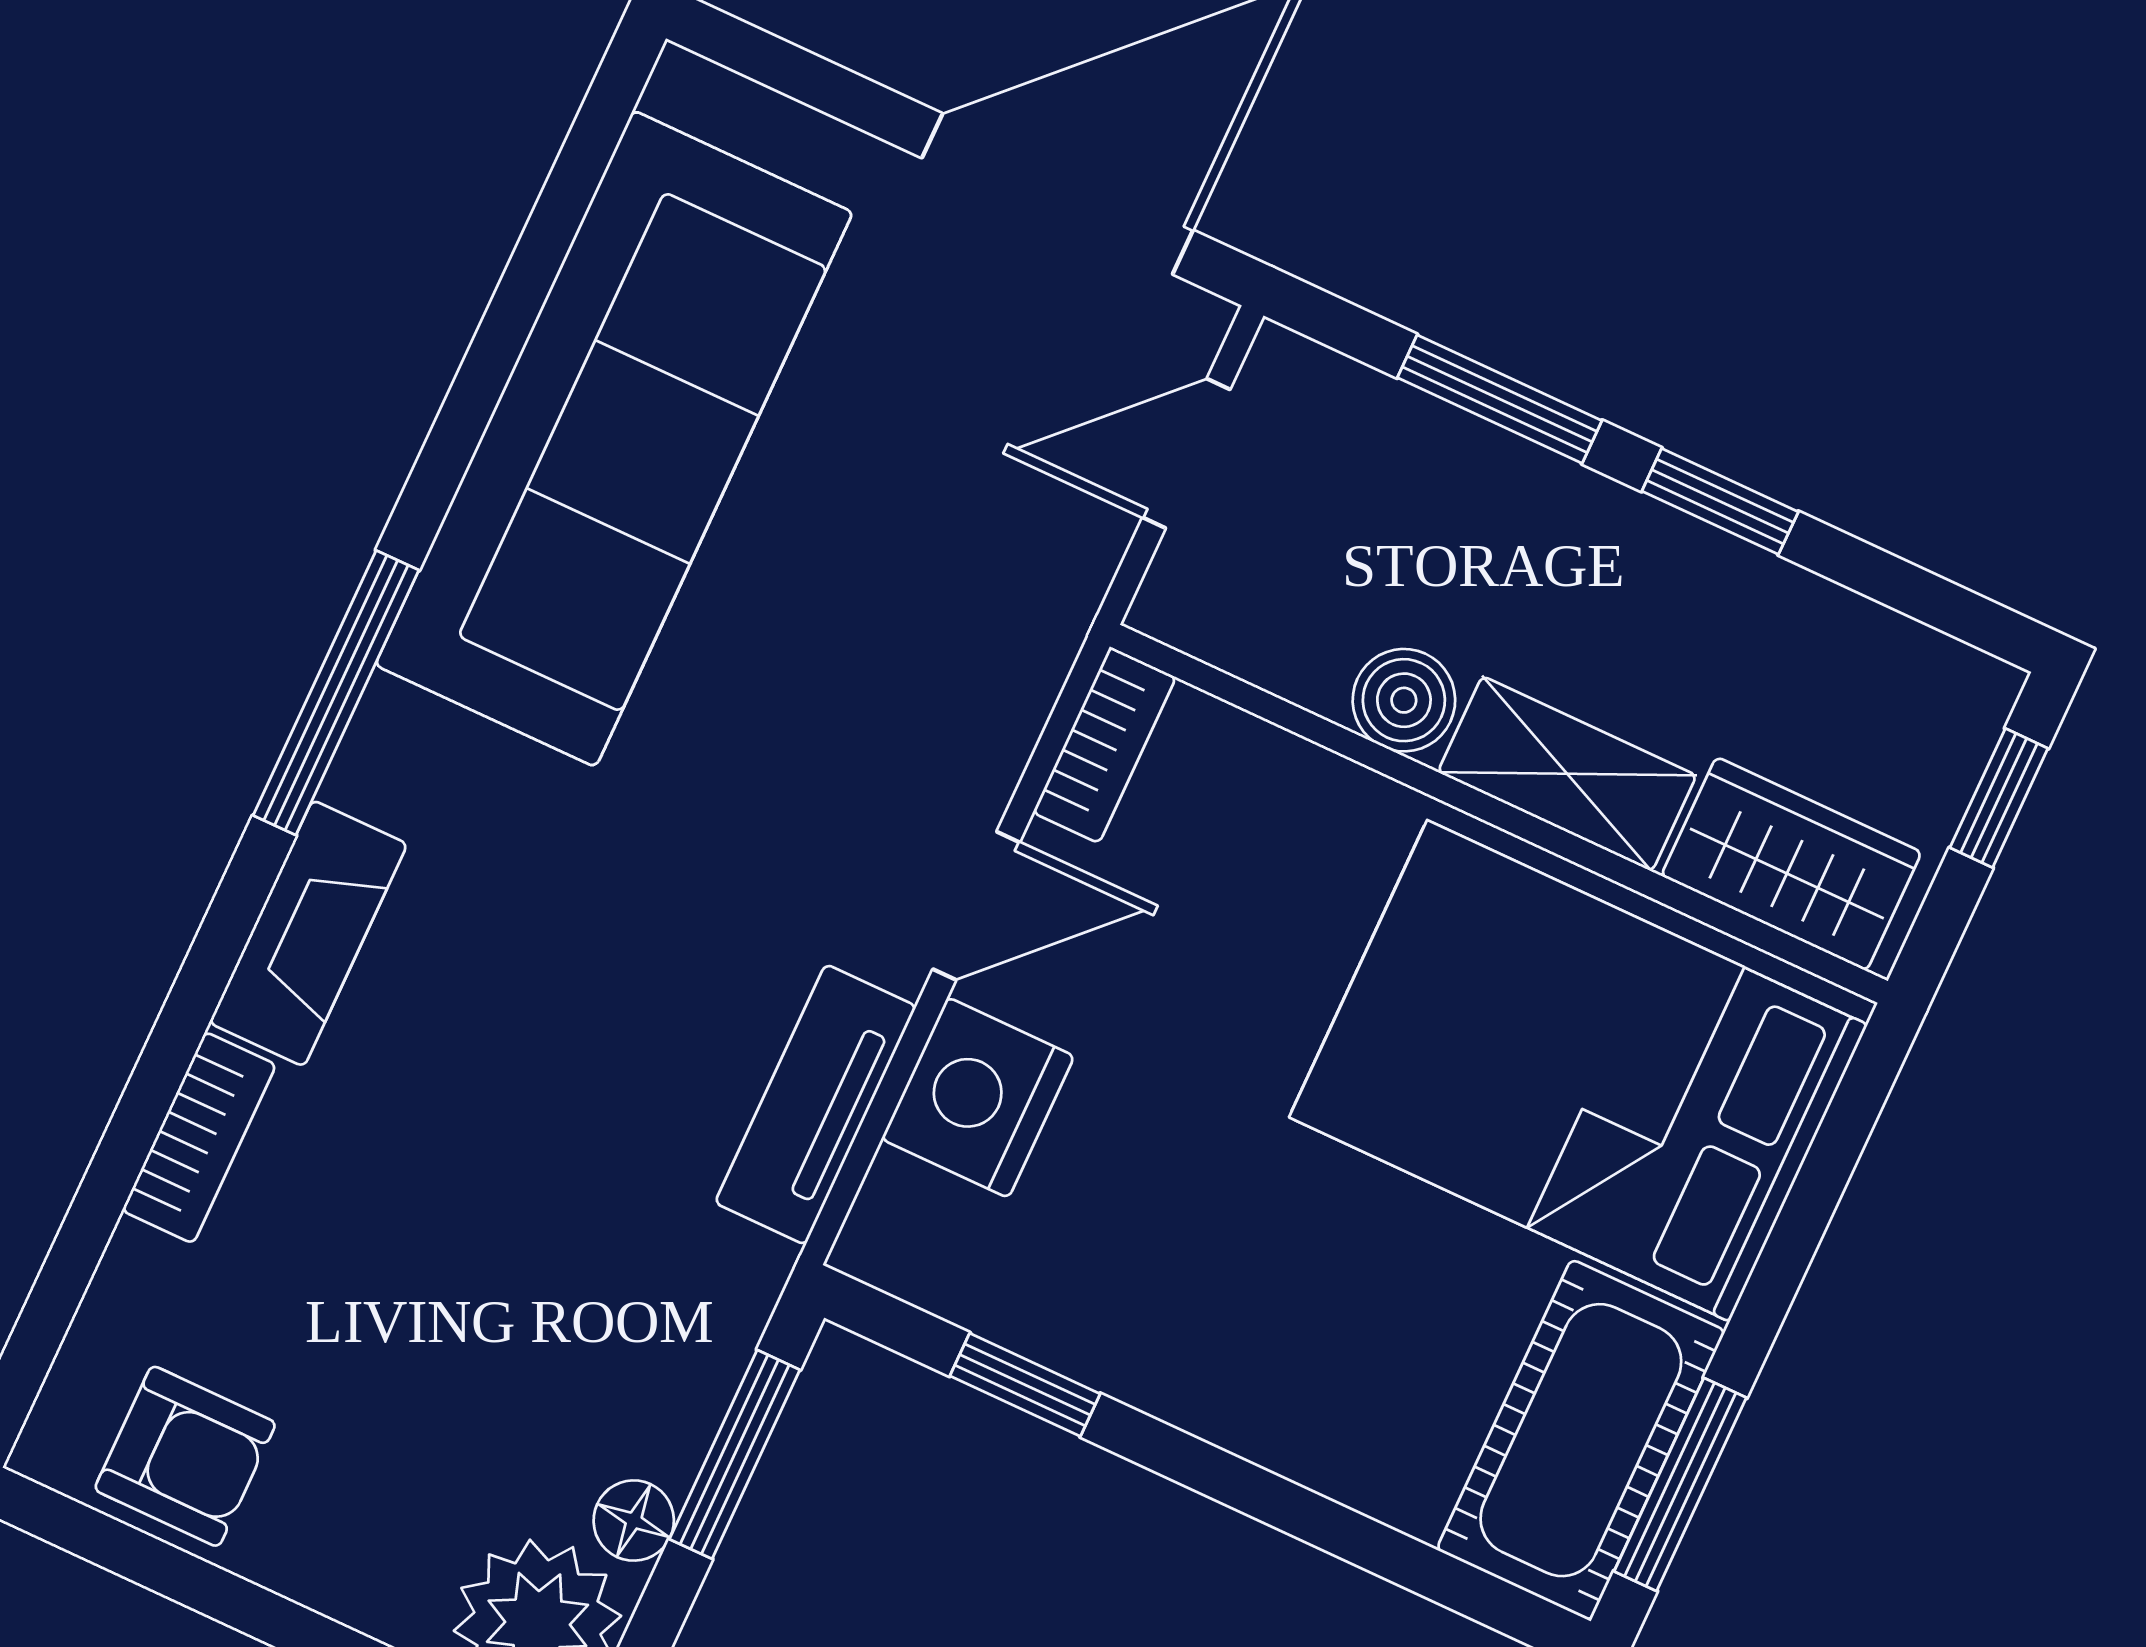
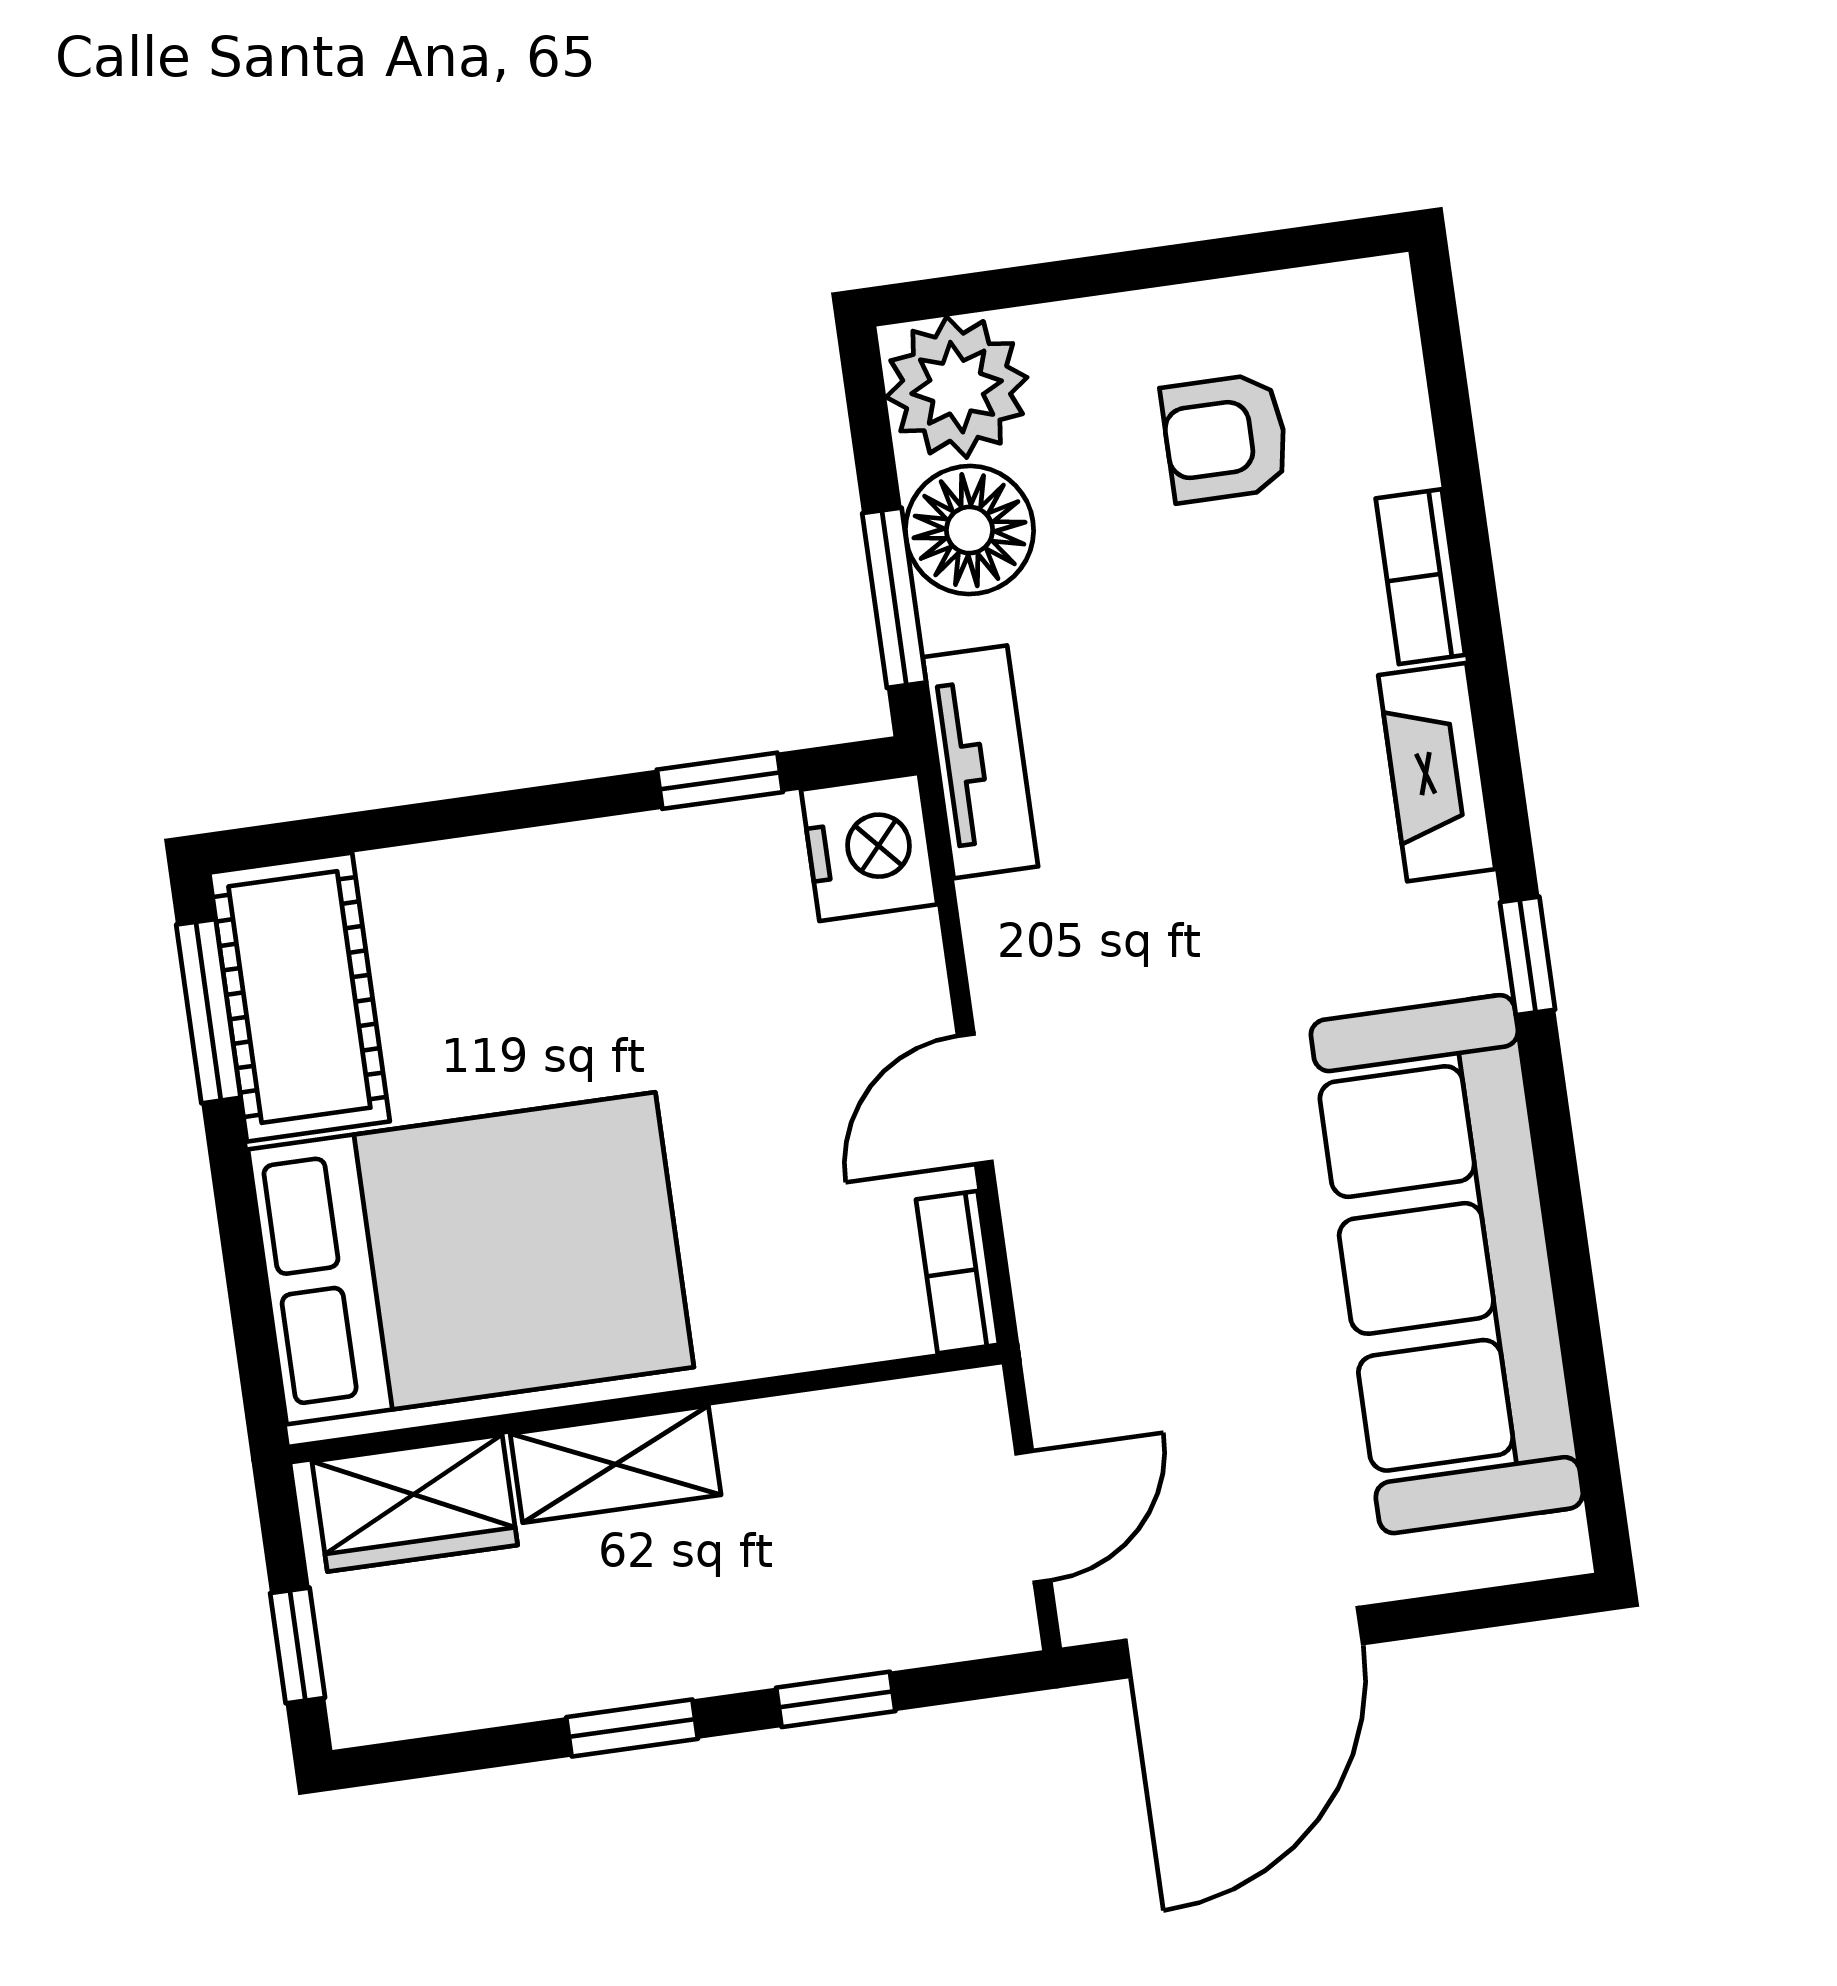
window: (1500, 399) -> (836, 1699), width x0.67
window: (336, 693) -> (1528, 956), width x0.46
boiler: (1404, 700) -> (765, 1441), removed
nightstand: (978, 1098) -> (869, 847), moved
tv unit: (816, 1104) -> (980, 762), moved
armchair: (185, 1456) -> (1225, 438), moved
floor lamp: (634, 1521) -> (969, 530), width x1.89, depth x1.89

